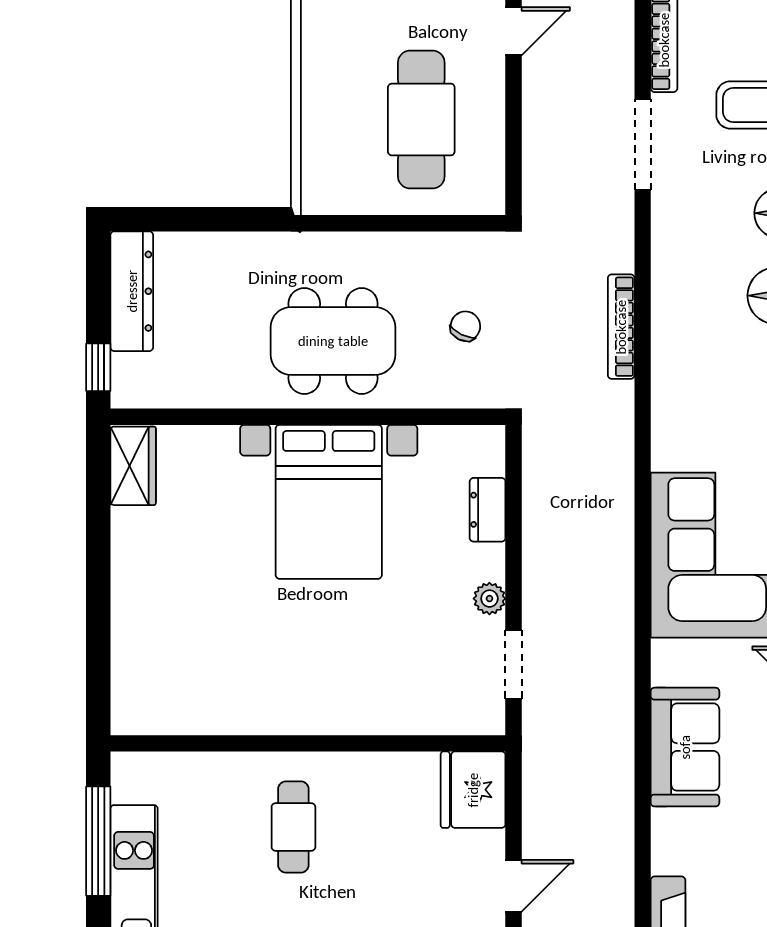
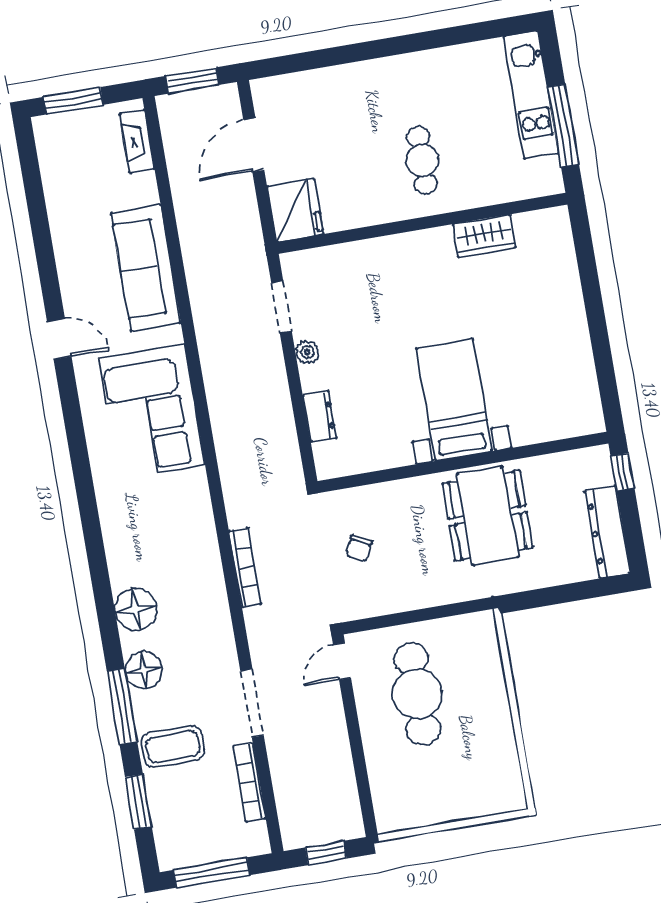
door: (514, 31) -> (342, 661), moved
dining table: (333, 341) -> (488, 516), moved, turned 90
wardrobe: (133, 466) -> (484, 236), moved, turned -90
bed with nightstands: (329, 502) -> (454, 400), width x0.73
sofa: (685, 747) -> (146, 268), width x1.36
door: (514, 886) -> (254, 145), width x1.38

